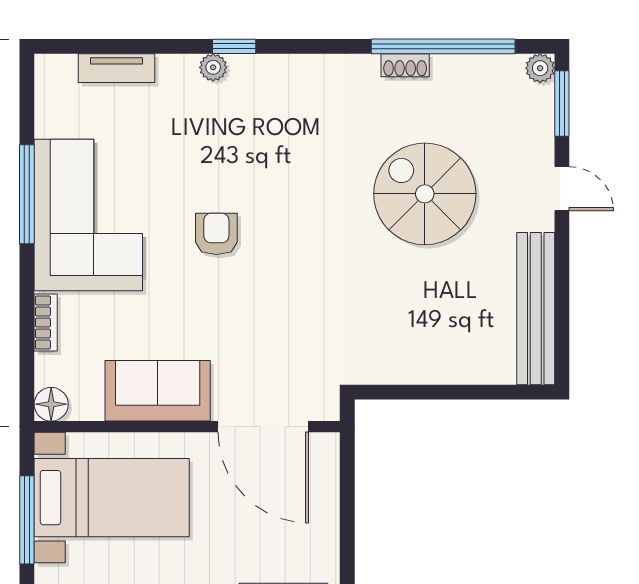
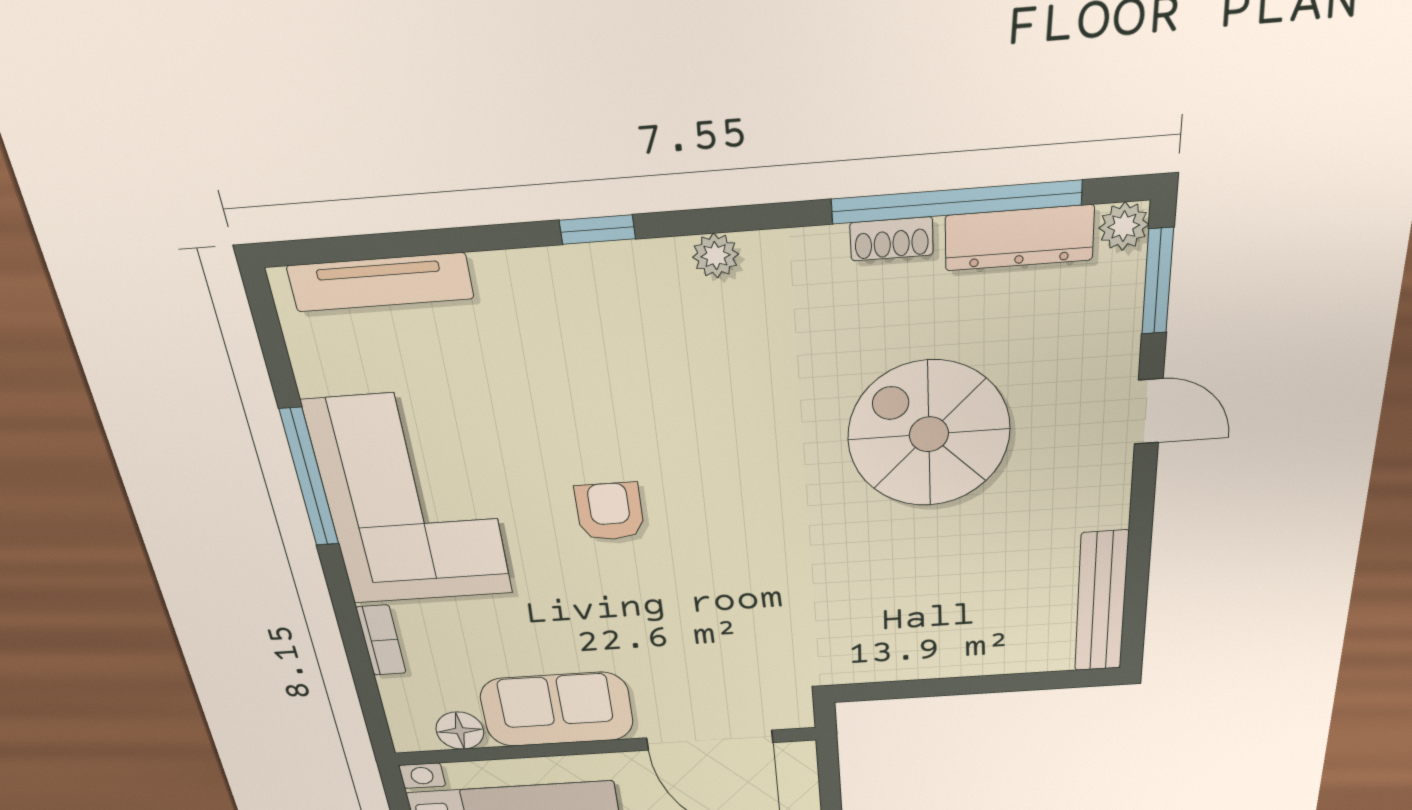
plant: (213, 67) -> (716, 256), moved
tv unit: (117, 68) -> (380, 282), width x1.41
dresser: (480, 70) -> (1019, 238), added
bench: (536, 309) -> (1101, 602), width x0.73, depth x0.82
floor lamp: (51, 404) -> (460, 731), moved

